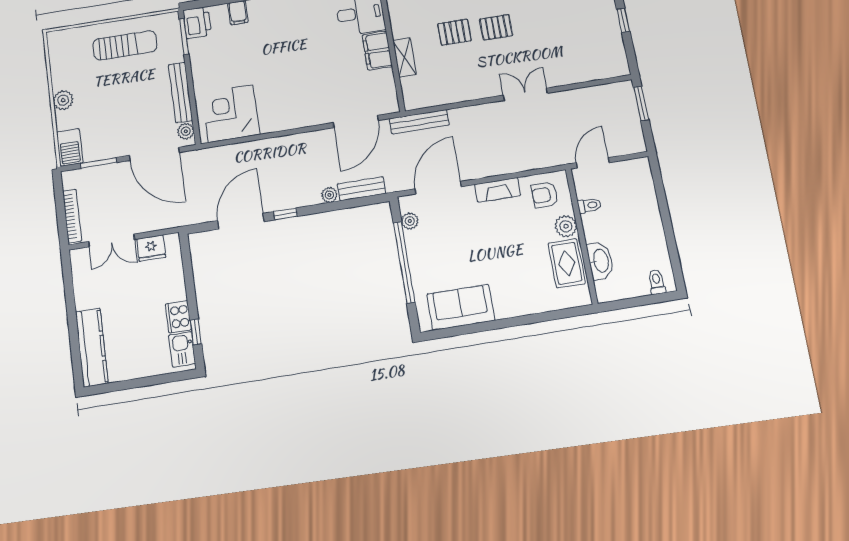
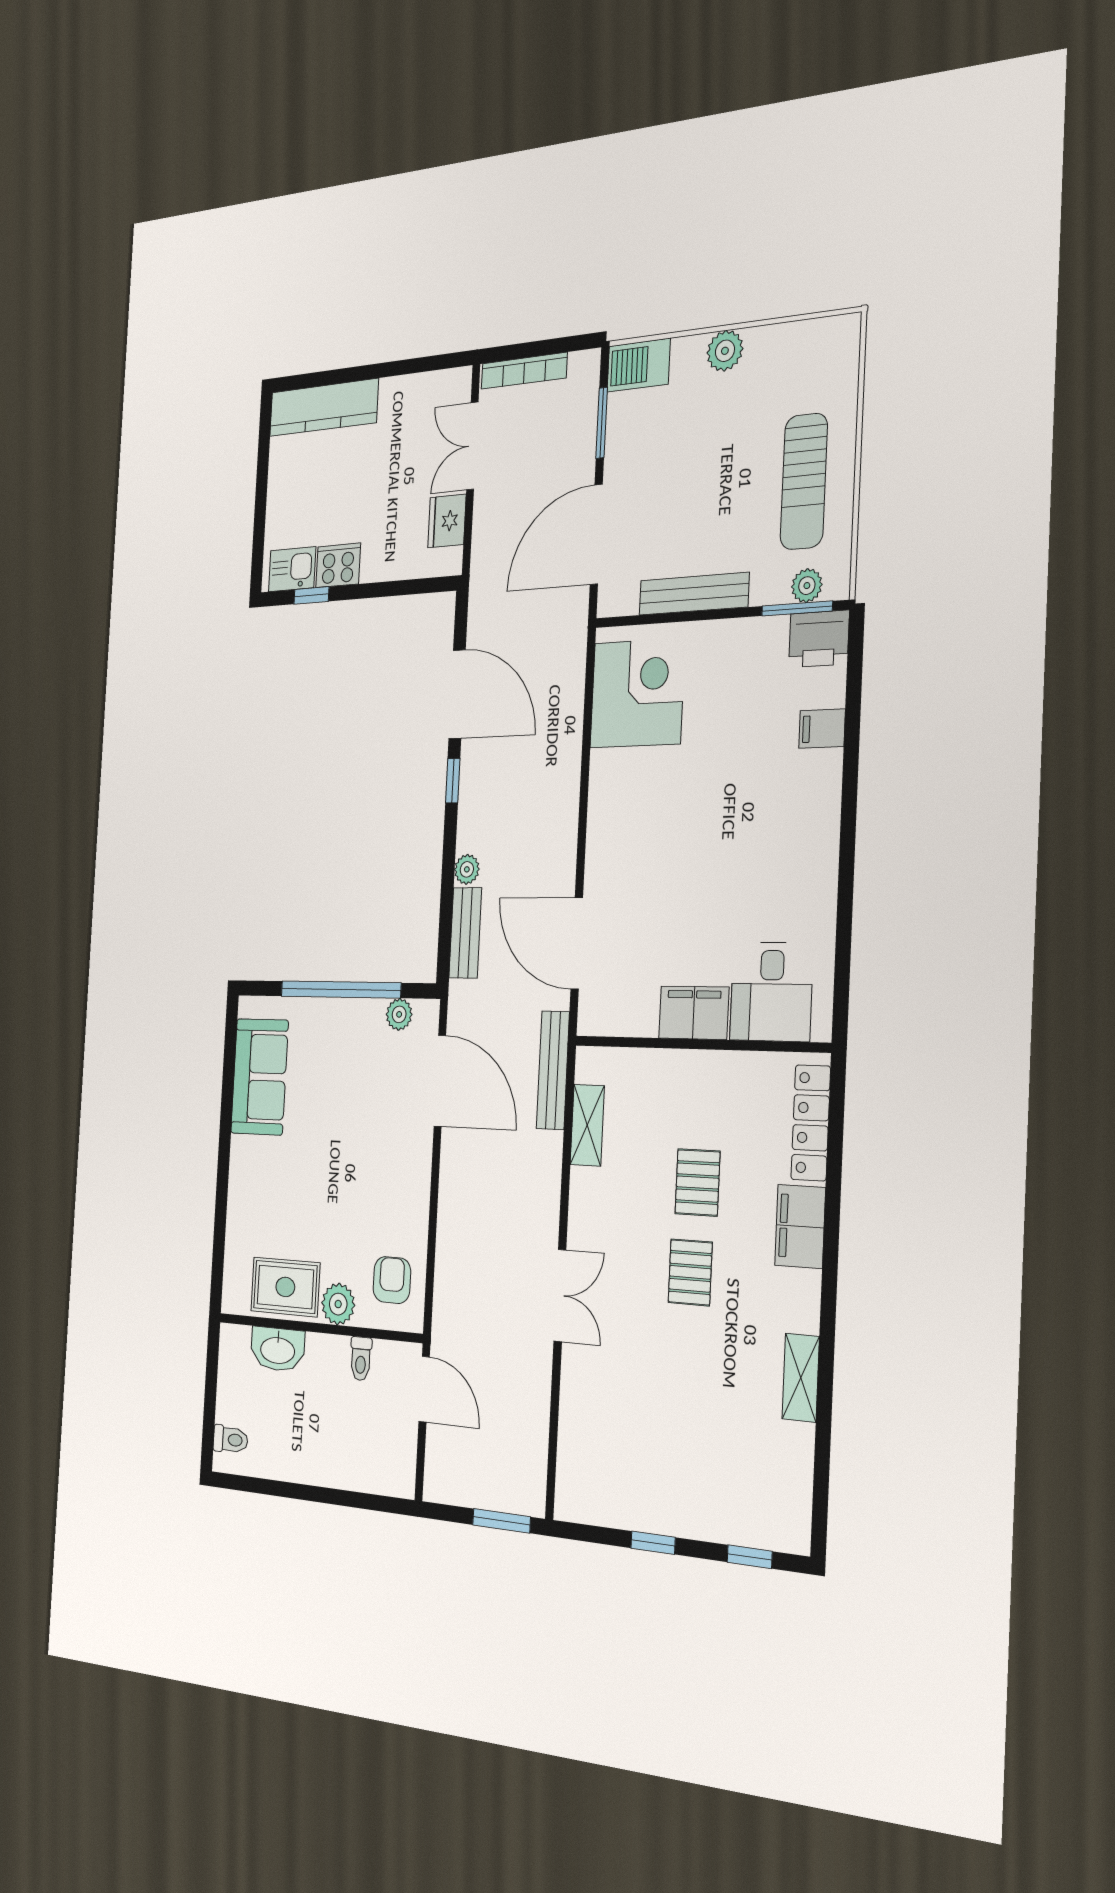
shelving: (405, 57) -> (587, 1125), moved, turned 90
plant: (186, 131) -> (807, 586), moved
fireplace: (498, 190) -> (416, 1193), removed

